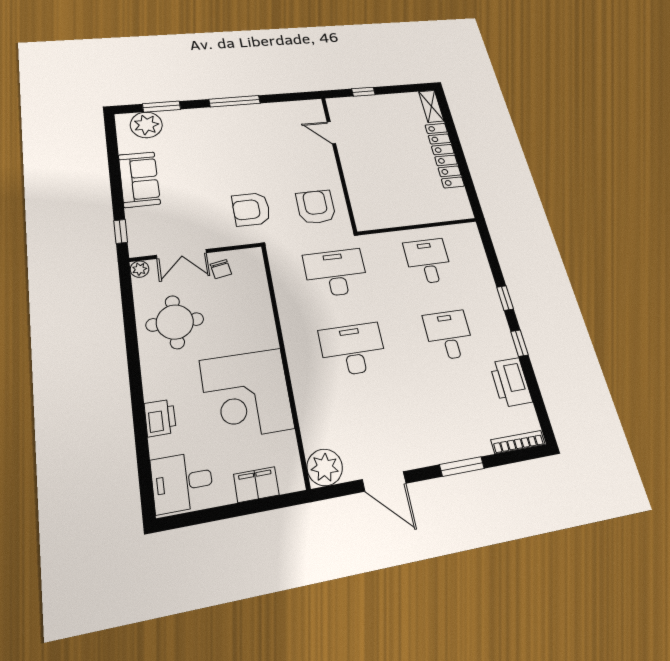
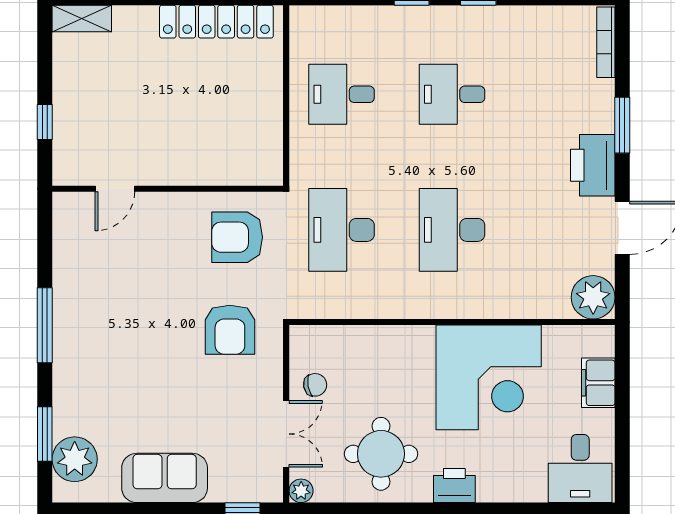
locker: (444, 155) -> (216, 22), moved
printer: (511, 382) -> (593, 165), moved, turned 90
printer: (160, 418) -> (454, 486), moved

